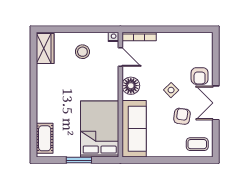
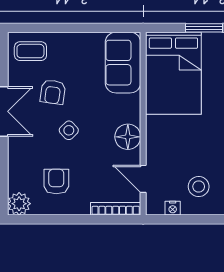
nightstand: (114, 37) -> (173, 208), moved
plant: (205, 40) -> (19, 204), added
armchair: (200, 76) -> (56, 181), moved
sofa: (134, 129) -> (123, 63), width x0.73

